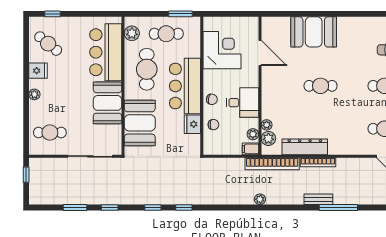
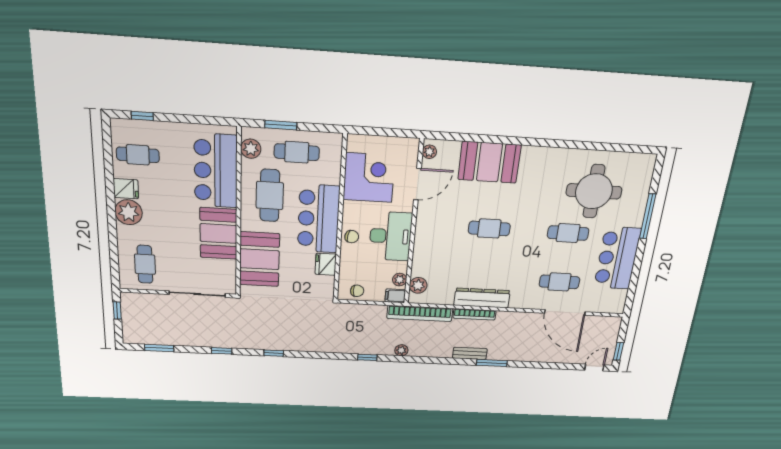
window: (181, 14) -> (281, 125), moved
cafe table: (48, 44) -> (138, 155), turned -39
door: (260, 53) -> (417, 184), hinge flipped
plant: (34, 94) -> (129, 212), width x1.87, depth x1.87
desk: (242, 103) -> (391, 236), width x1.37
chair: (213, 125) -> (357, 291), moved
plant: (267, 125) -> (429, 152), moved
cafe table: (50, 133) -> (145, 264), turned 90
dresser: (305, 147) -> (482, 298), moved
window: (75, 208) -> (159, 348), moved
window: (184, 208) -> (367, 357), moved
window: (338, 208) -> (492, 363), width x0.69

